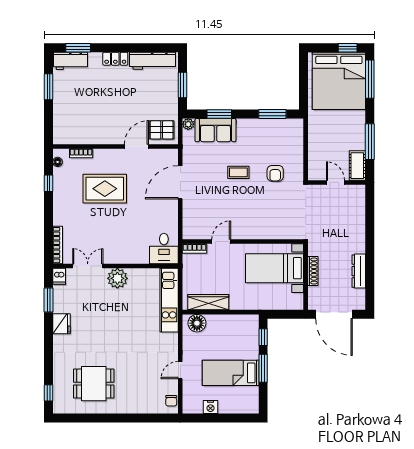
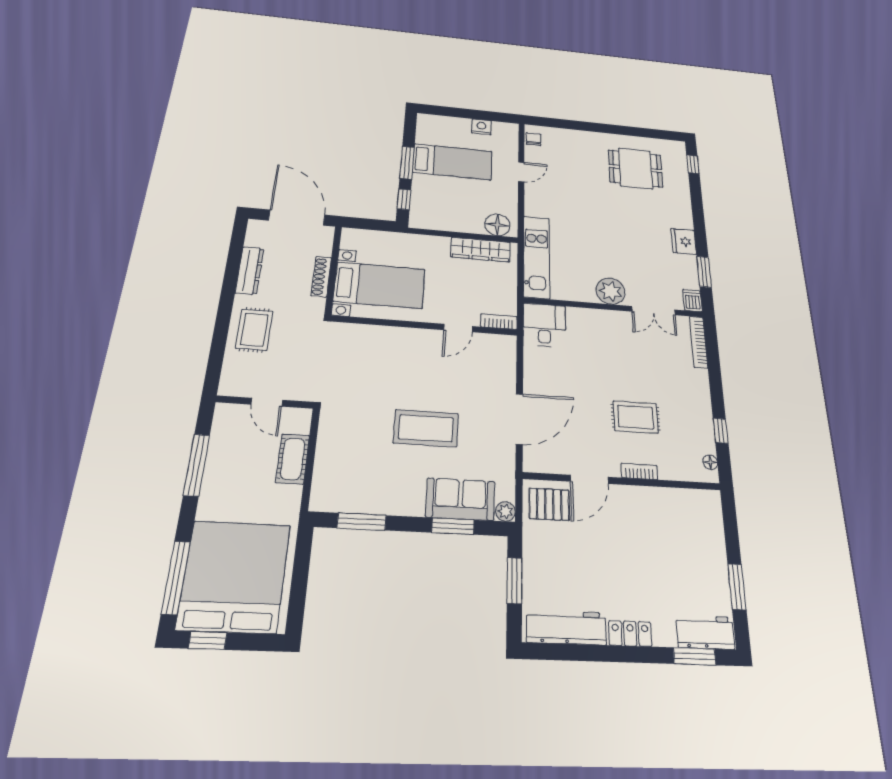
bookcase: (81, 153) -> (639, 471), moved
cot: (357, 166) -> (293, 459), moved
coffee table: (238, 172) -> (426, 428), width x1.86, depth x1.72
armchair: (275, 173) -> (366, 423), removed
rug: (105, 189) -> (636, 417), width x0.73, depth x0.70
rug: (350, 230) -> (254, 330), added

